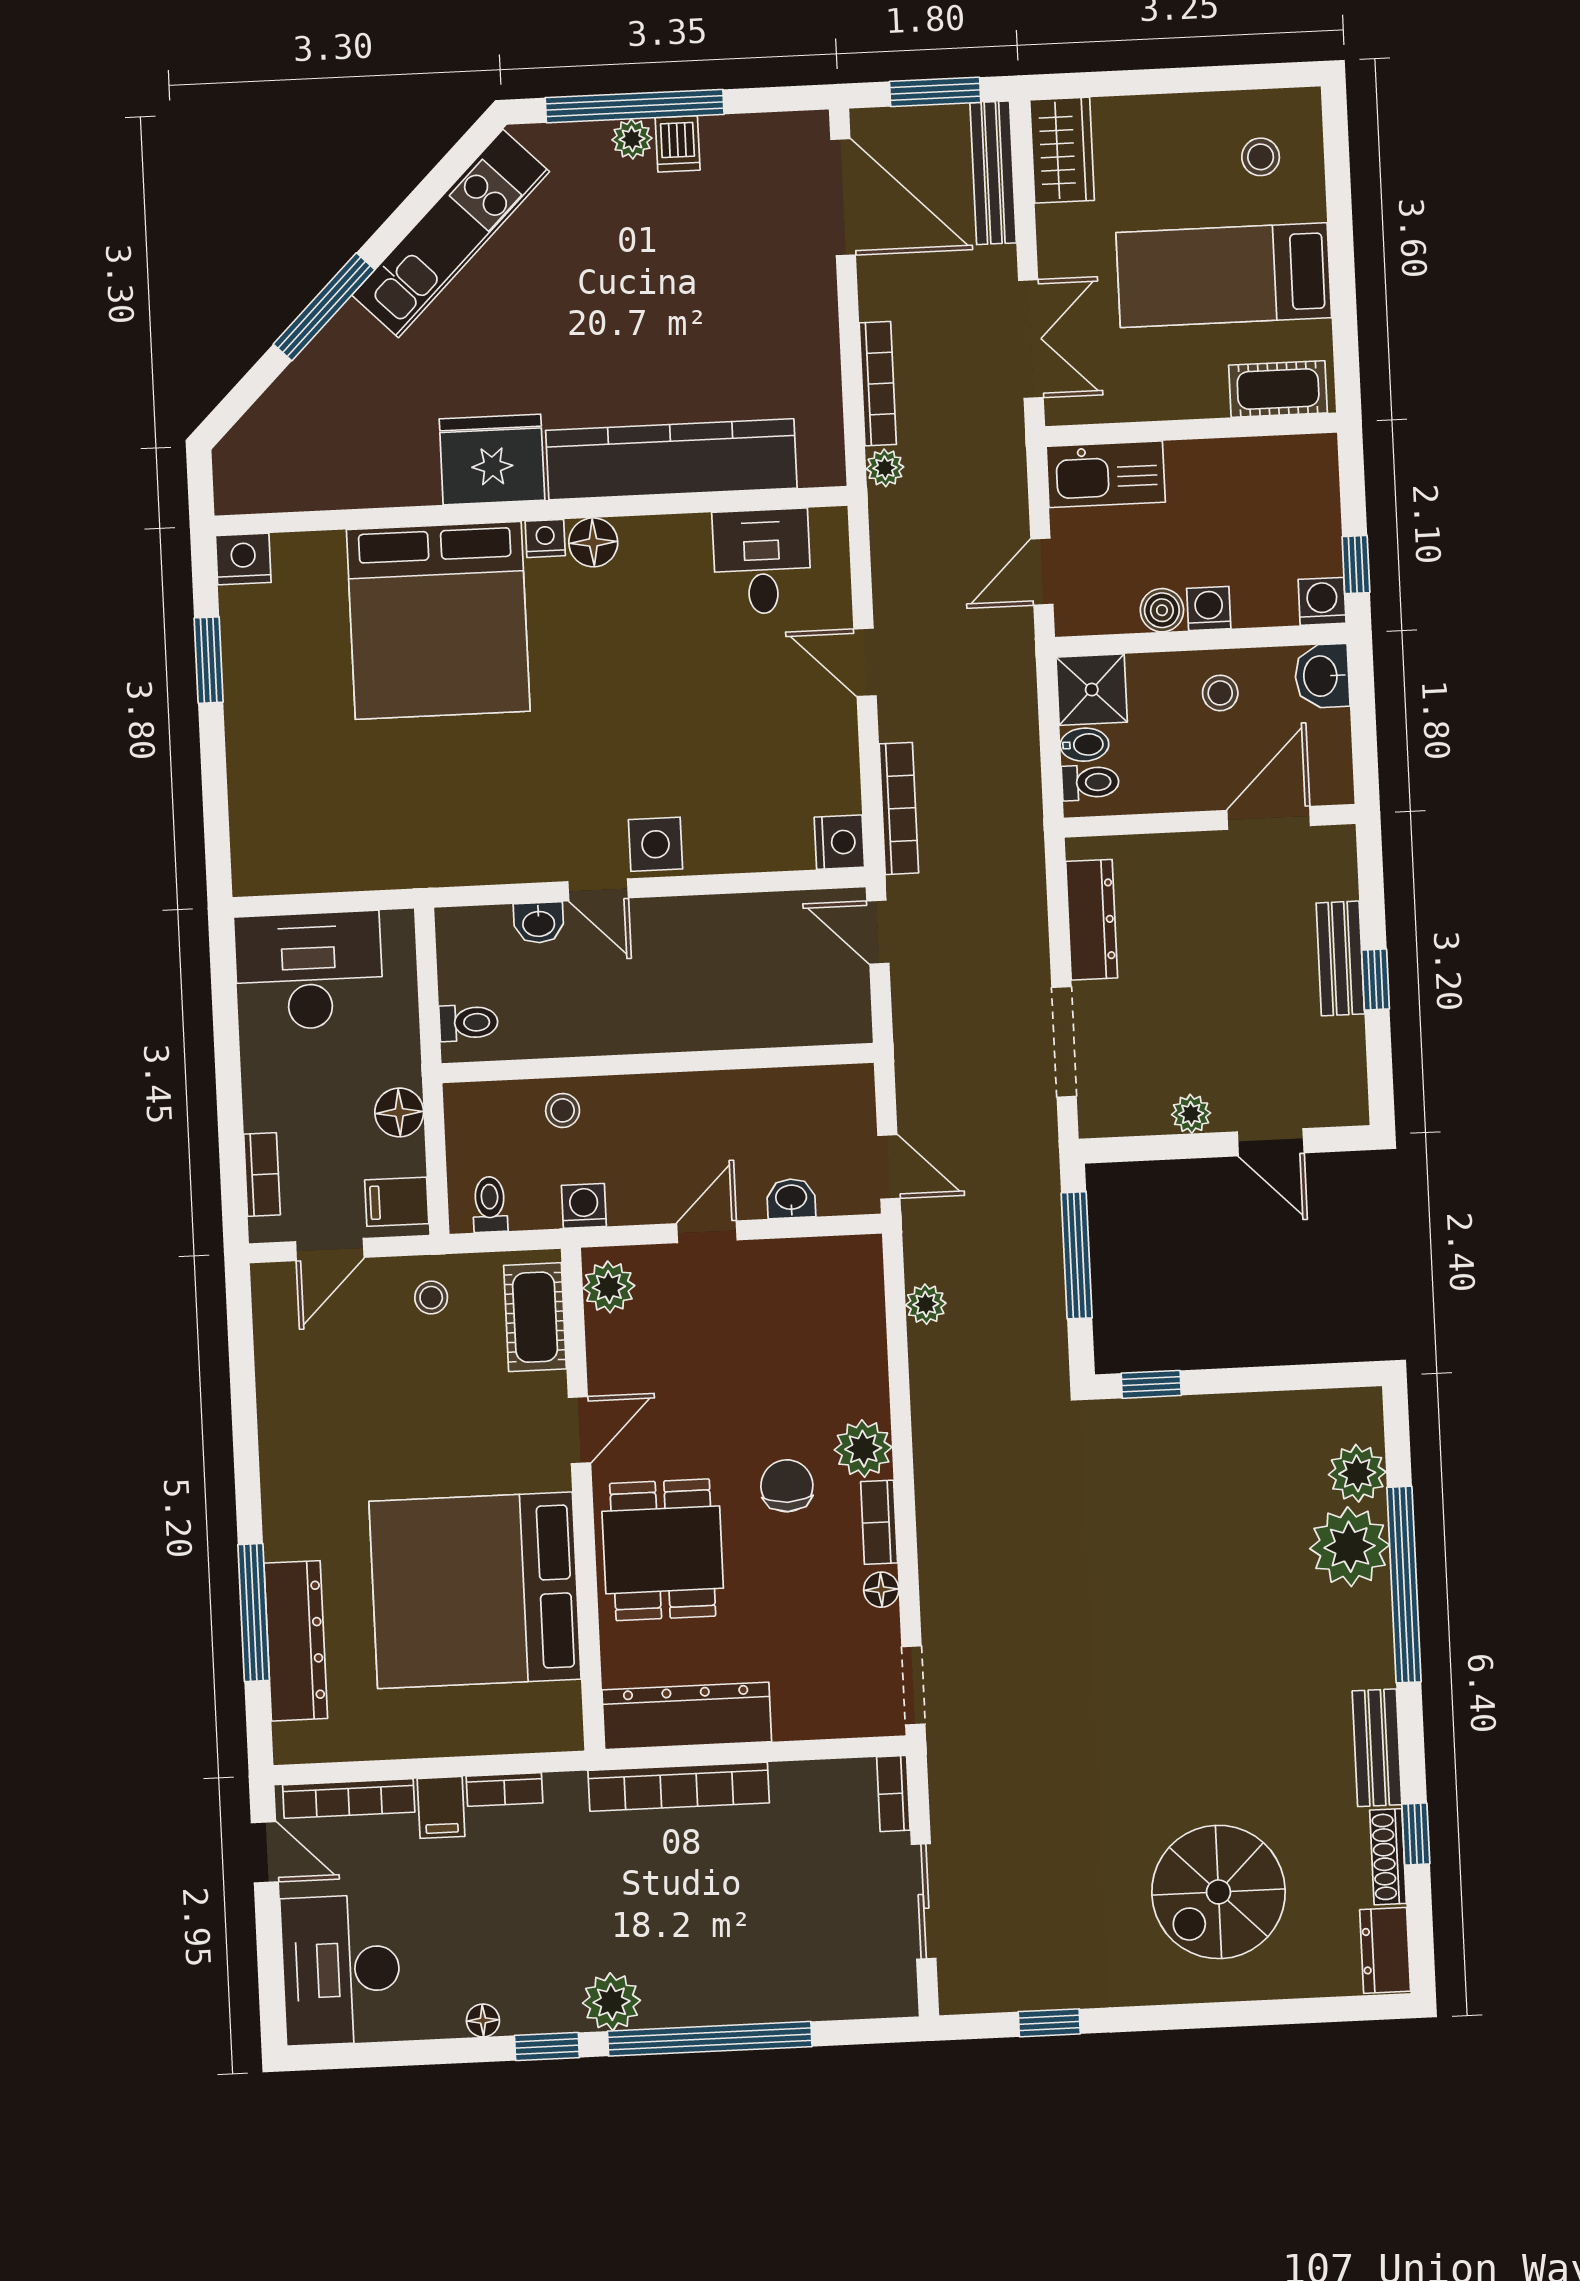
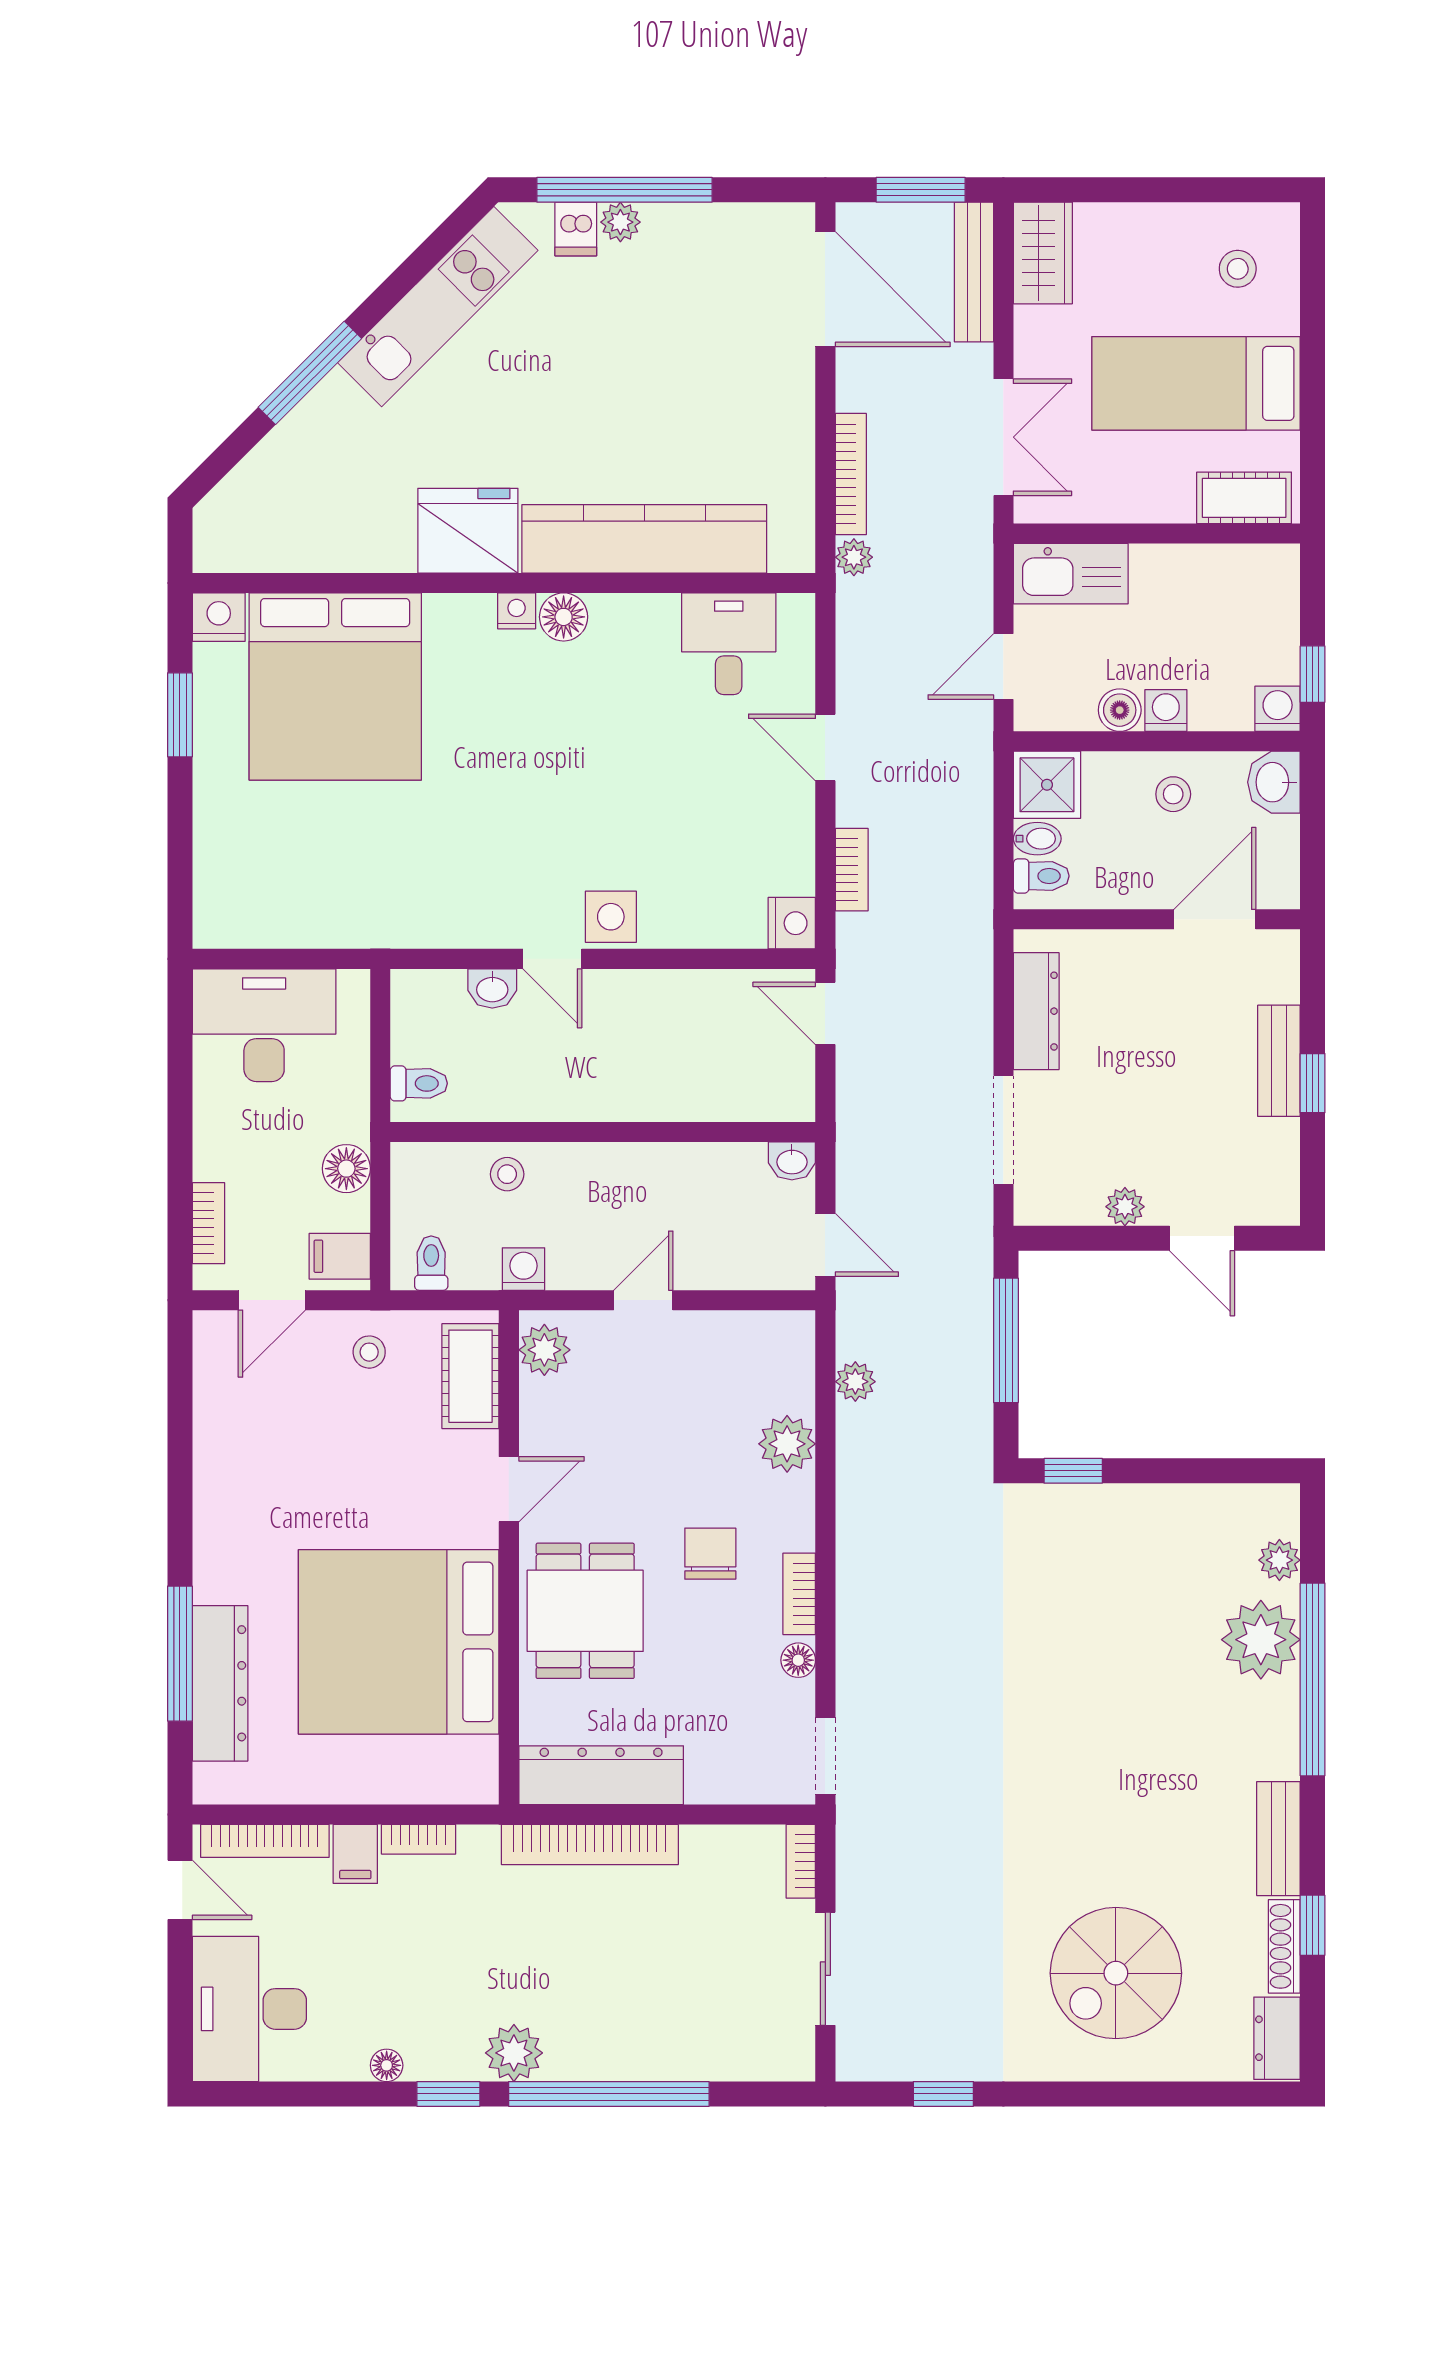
dishwasher: (678, 144) -> (576, 229), moved
bed: (438, 620) -> (335, 686), moved
bookcase: (899, 808) -> (852, 870), width x0.64
washbasin: (791, 1198) -> (792, 1161), moved, turned 180
plant: (863, 1449) -> (787, 1444), moved
plant: (1357, 1473) -> (1279, 1560), width x0.73, depth x0.73

